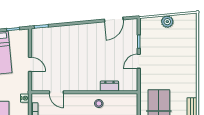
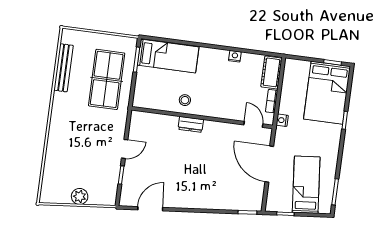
door: (30, 64) -> (269, 164), width x1.88
dresser: (109, 86) -> (191, 124), moved
door: (56, 92) -> (253, 124), moved

